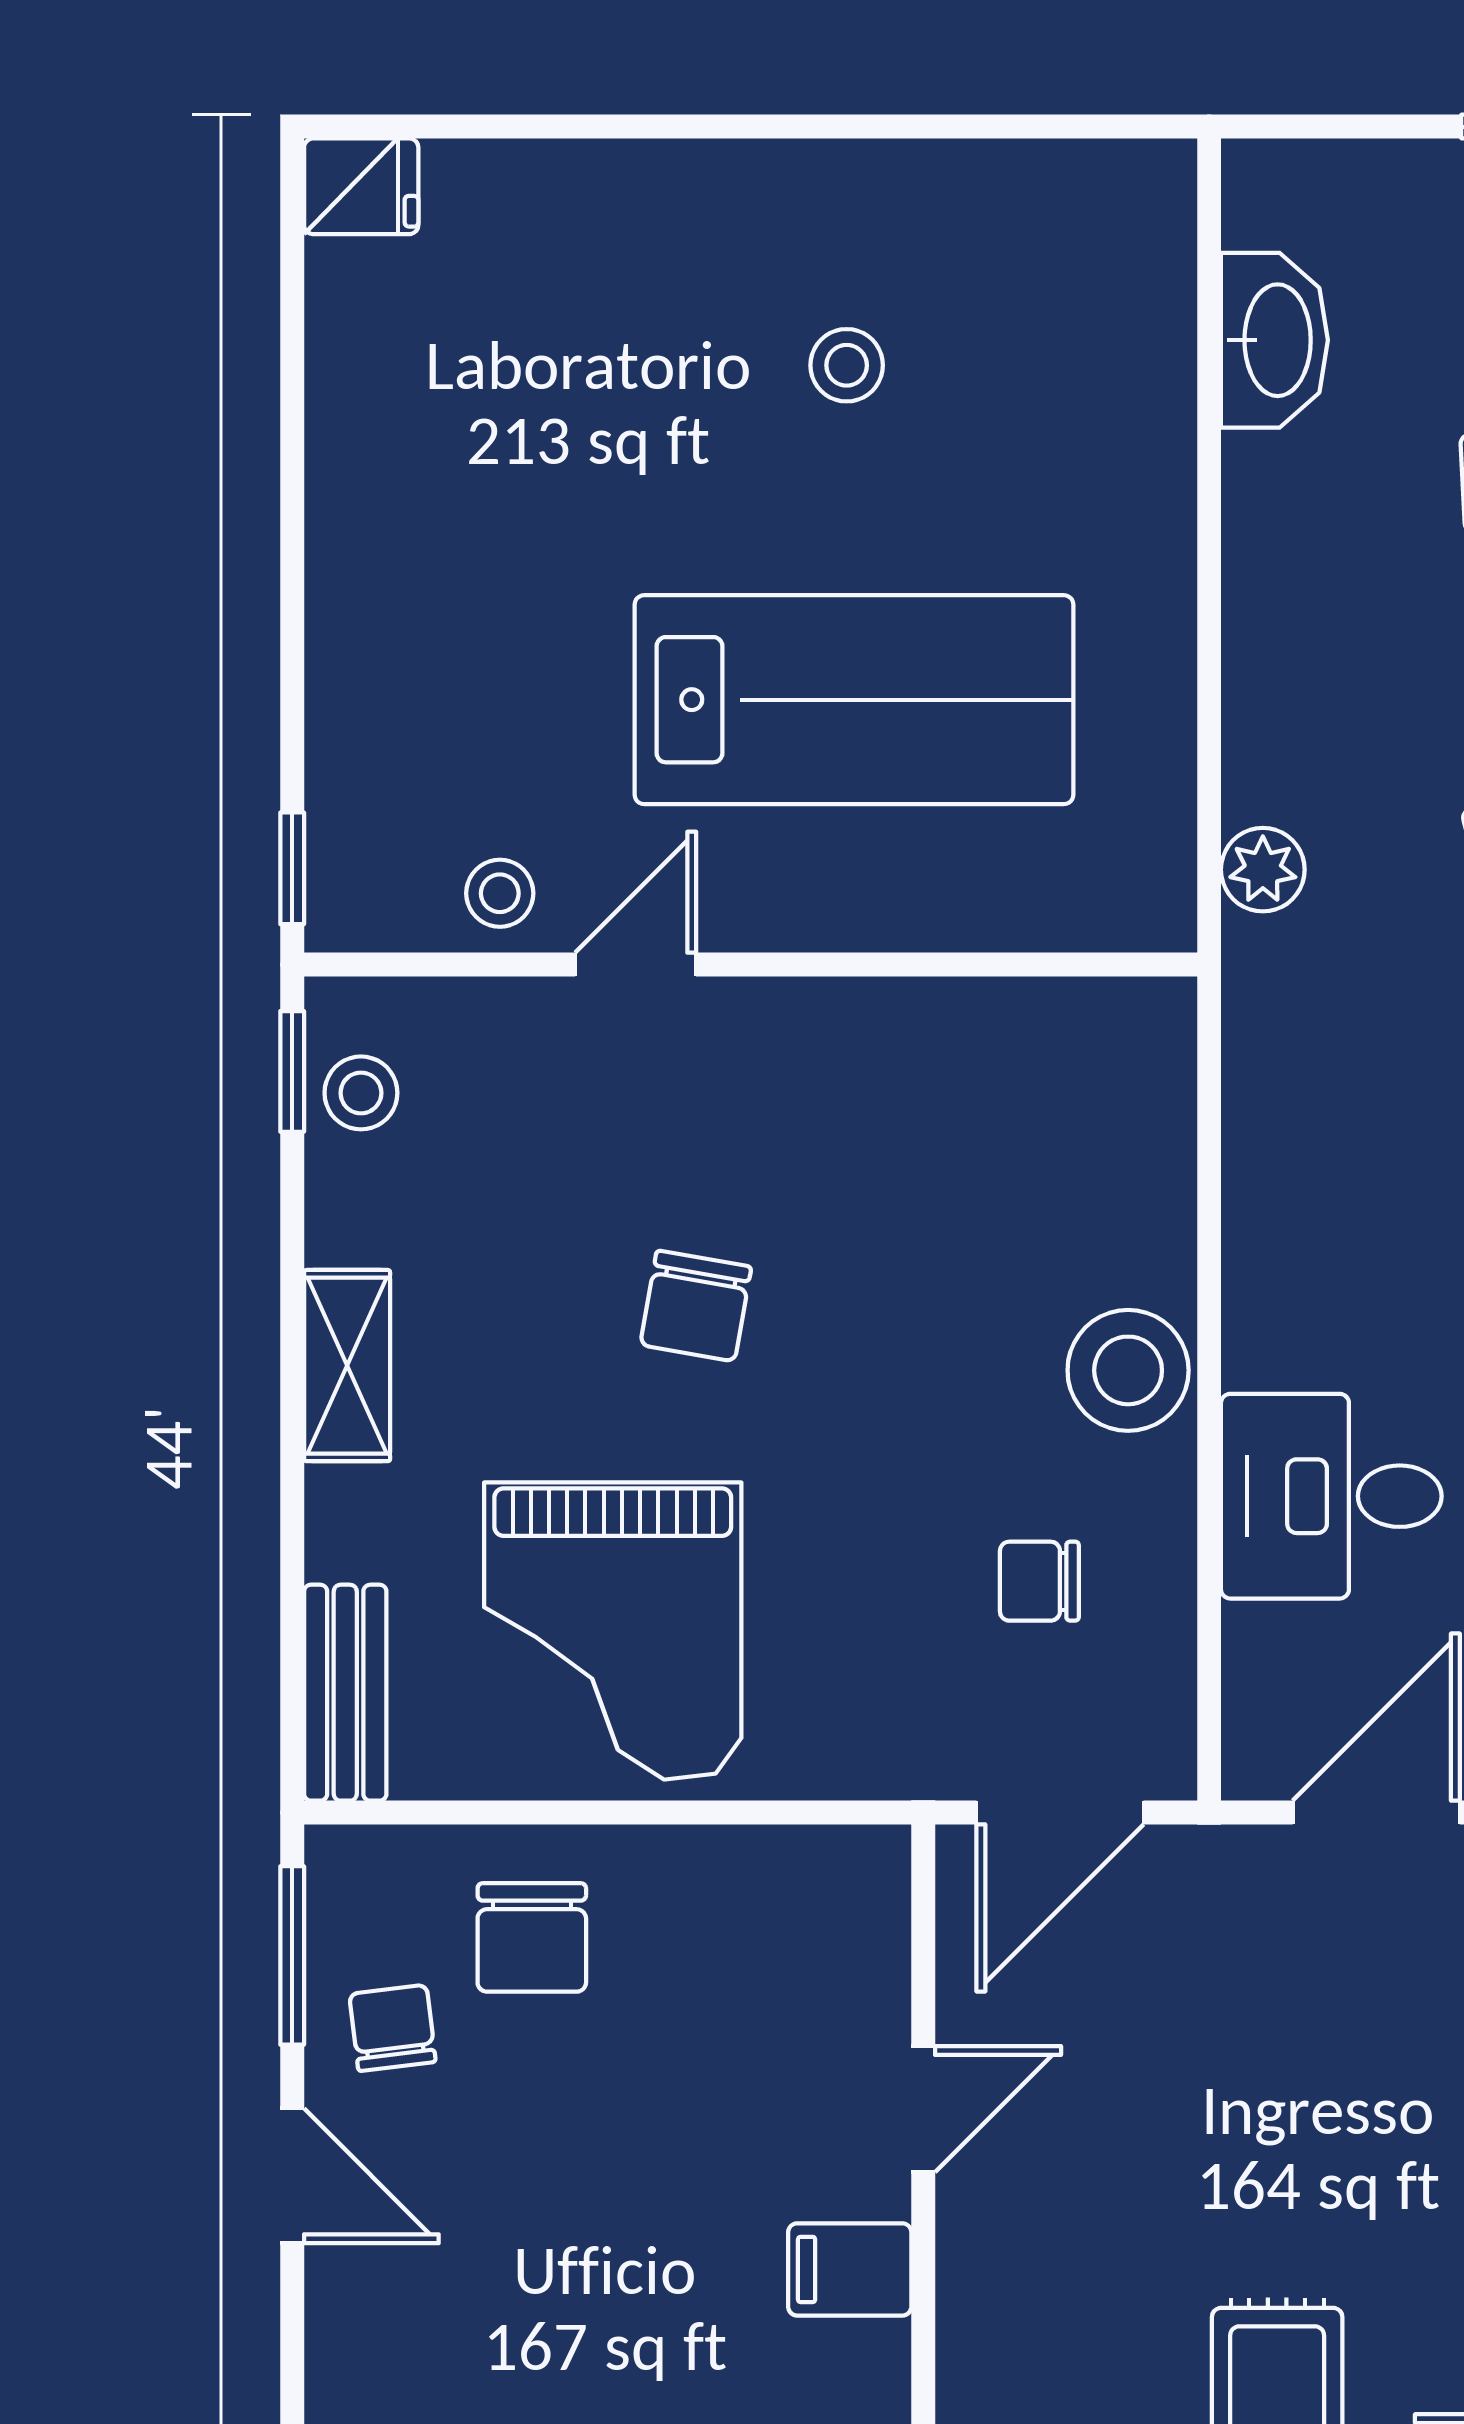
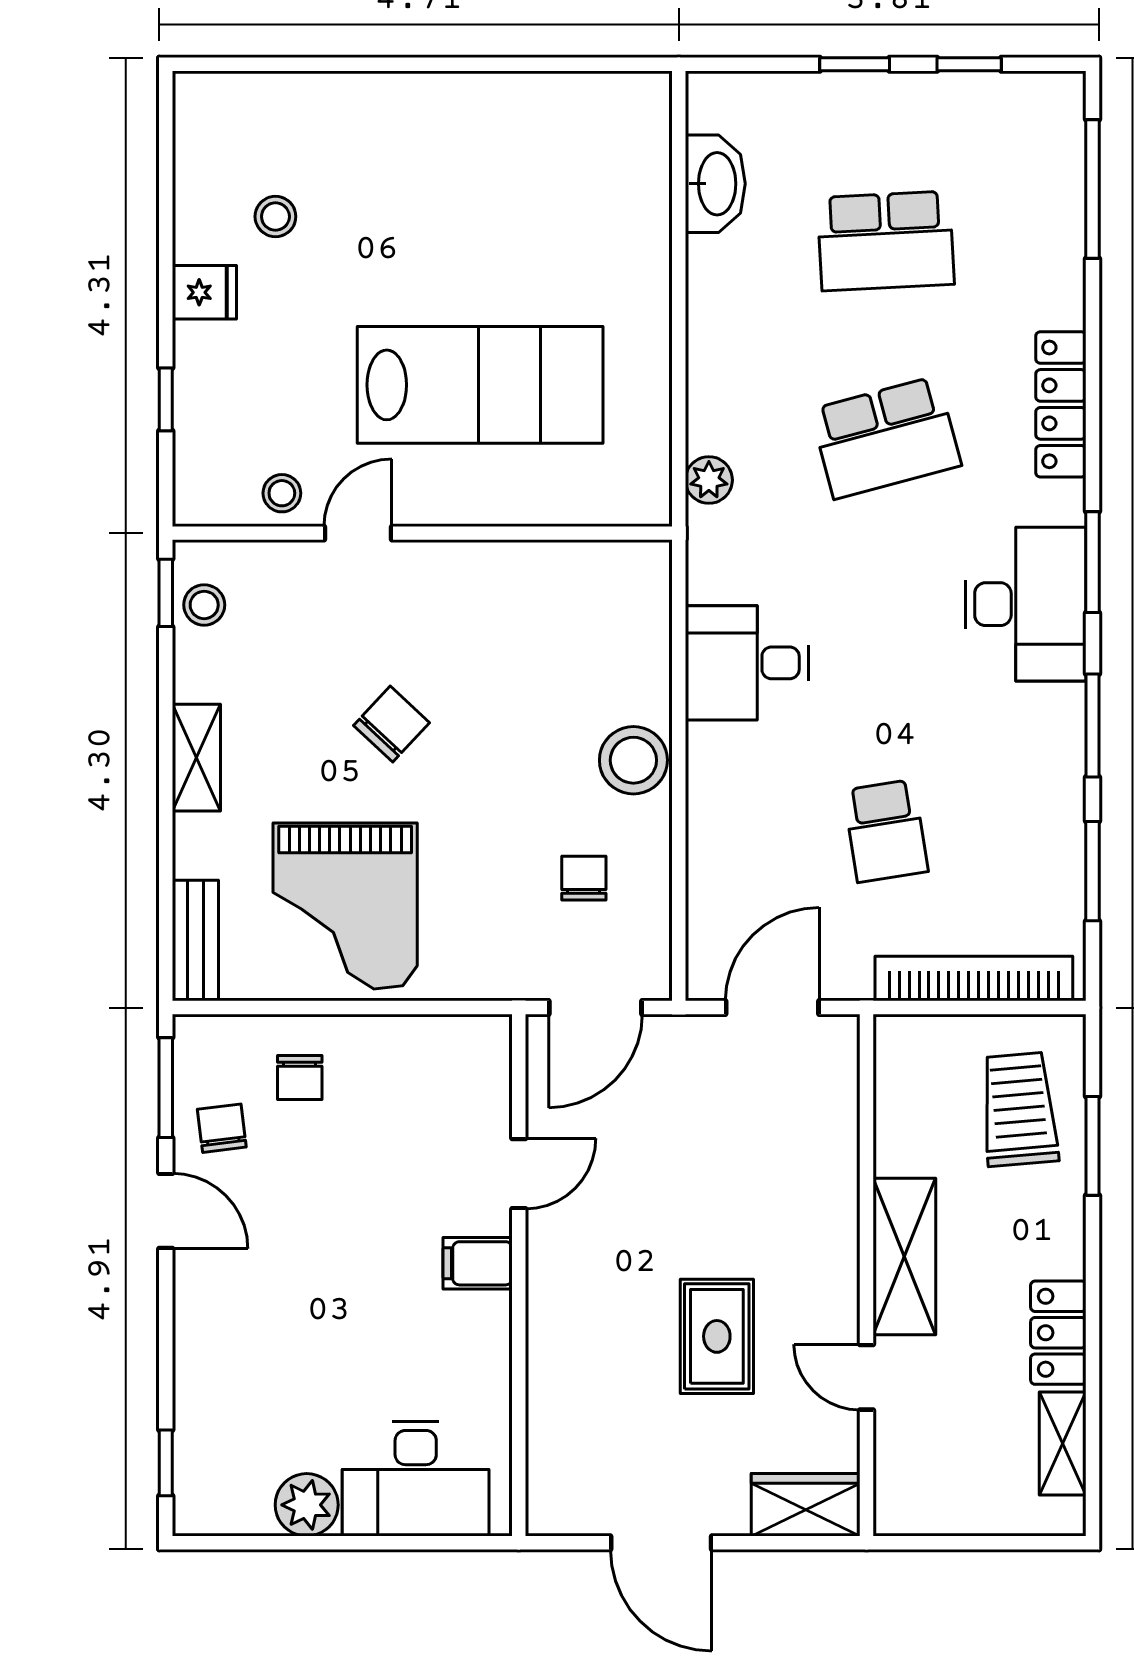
fridge: (361, 186) -> (204, 292), moved
stool: (847, 365) -> (275, 217), moved
window: (292, 868) -> (166, 399), moved
chair: (696, 1306) -> (392, 724), turned -147
desk: (1331, 1496) -> (747, 663), moved
chair: (1039, 1581) -> (584, 878), turned 90
chair: (532, 1937) -> (300, 1078), width x0.73, depth x0.73

